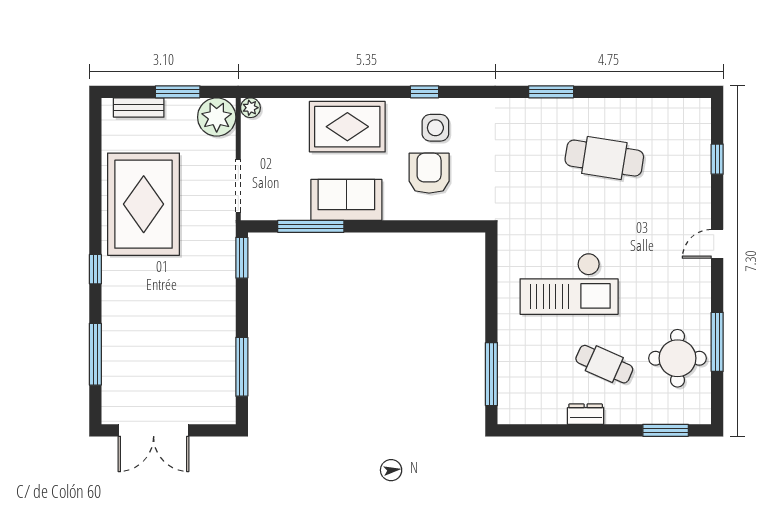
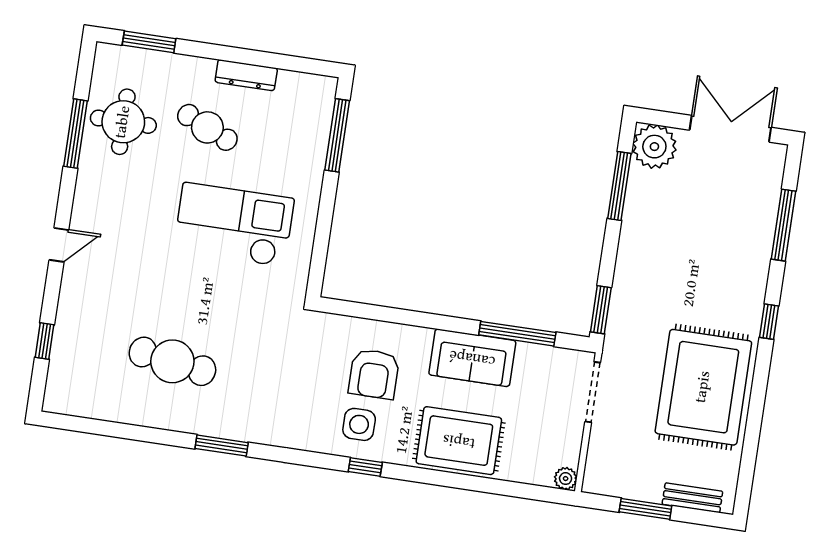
plant: (217, 117) -> (654, 147), moved
dresser: (586, 414) -> (246, 75), width x1.44

